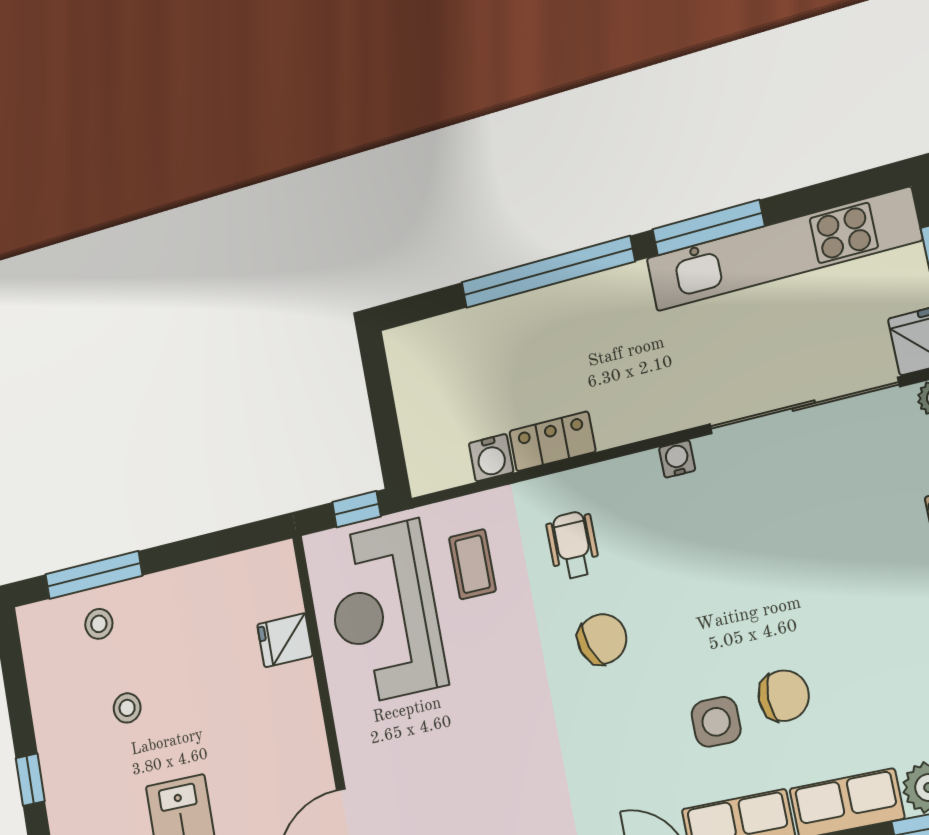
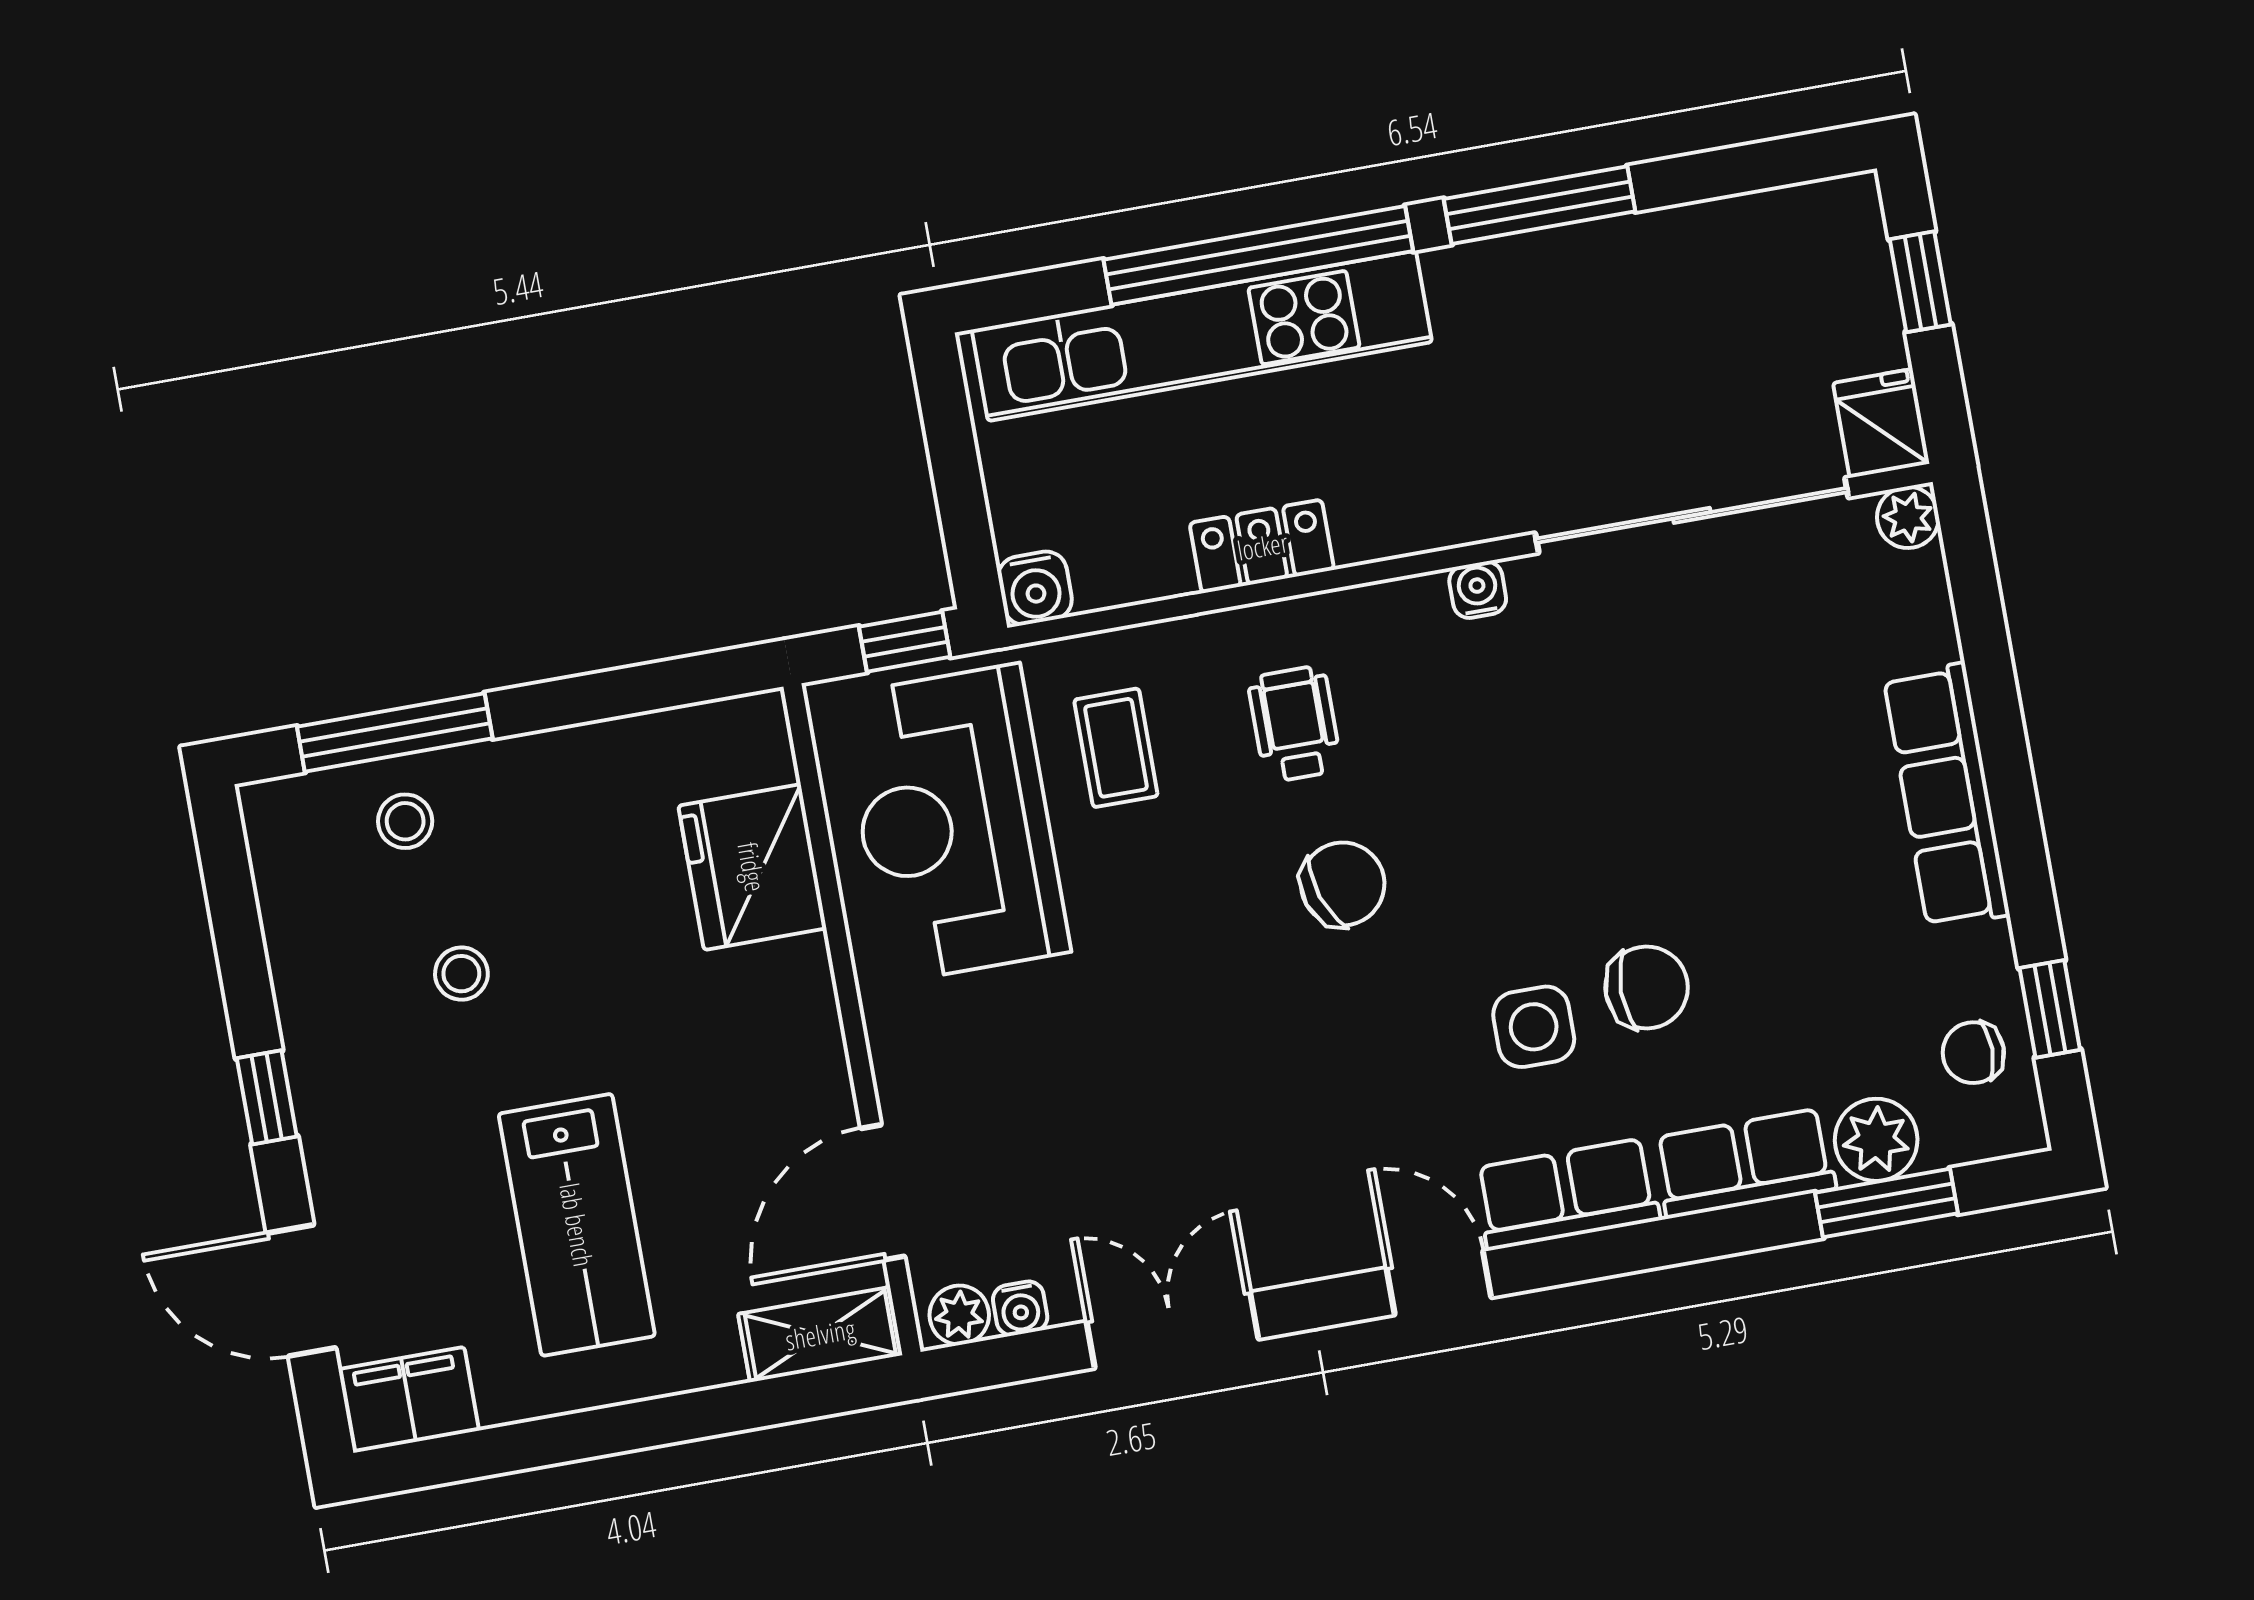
kitchen unit: (782, 250) -> (1202, 336), moved
water cooler: (491, 458) -> (1035, 588), moved
fridge: (285, 640) -> (752, 867), width x1.88, depth x1.34

